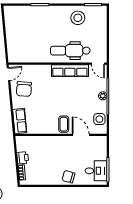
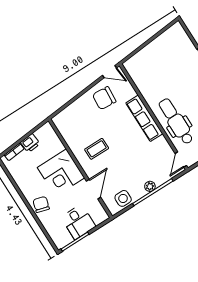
row of seats: (70, 71) -> (144, 118), moved
row of seats: (20, 121) -> (67, 115), removed
coffee table: (64, 124) -> (97, 149), moved
corner desk: (56, 150) -> (61, 173), added
desk: (96, 171) -> (78, 222), moved

